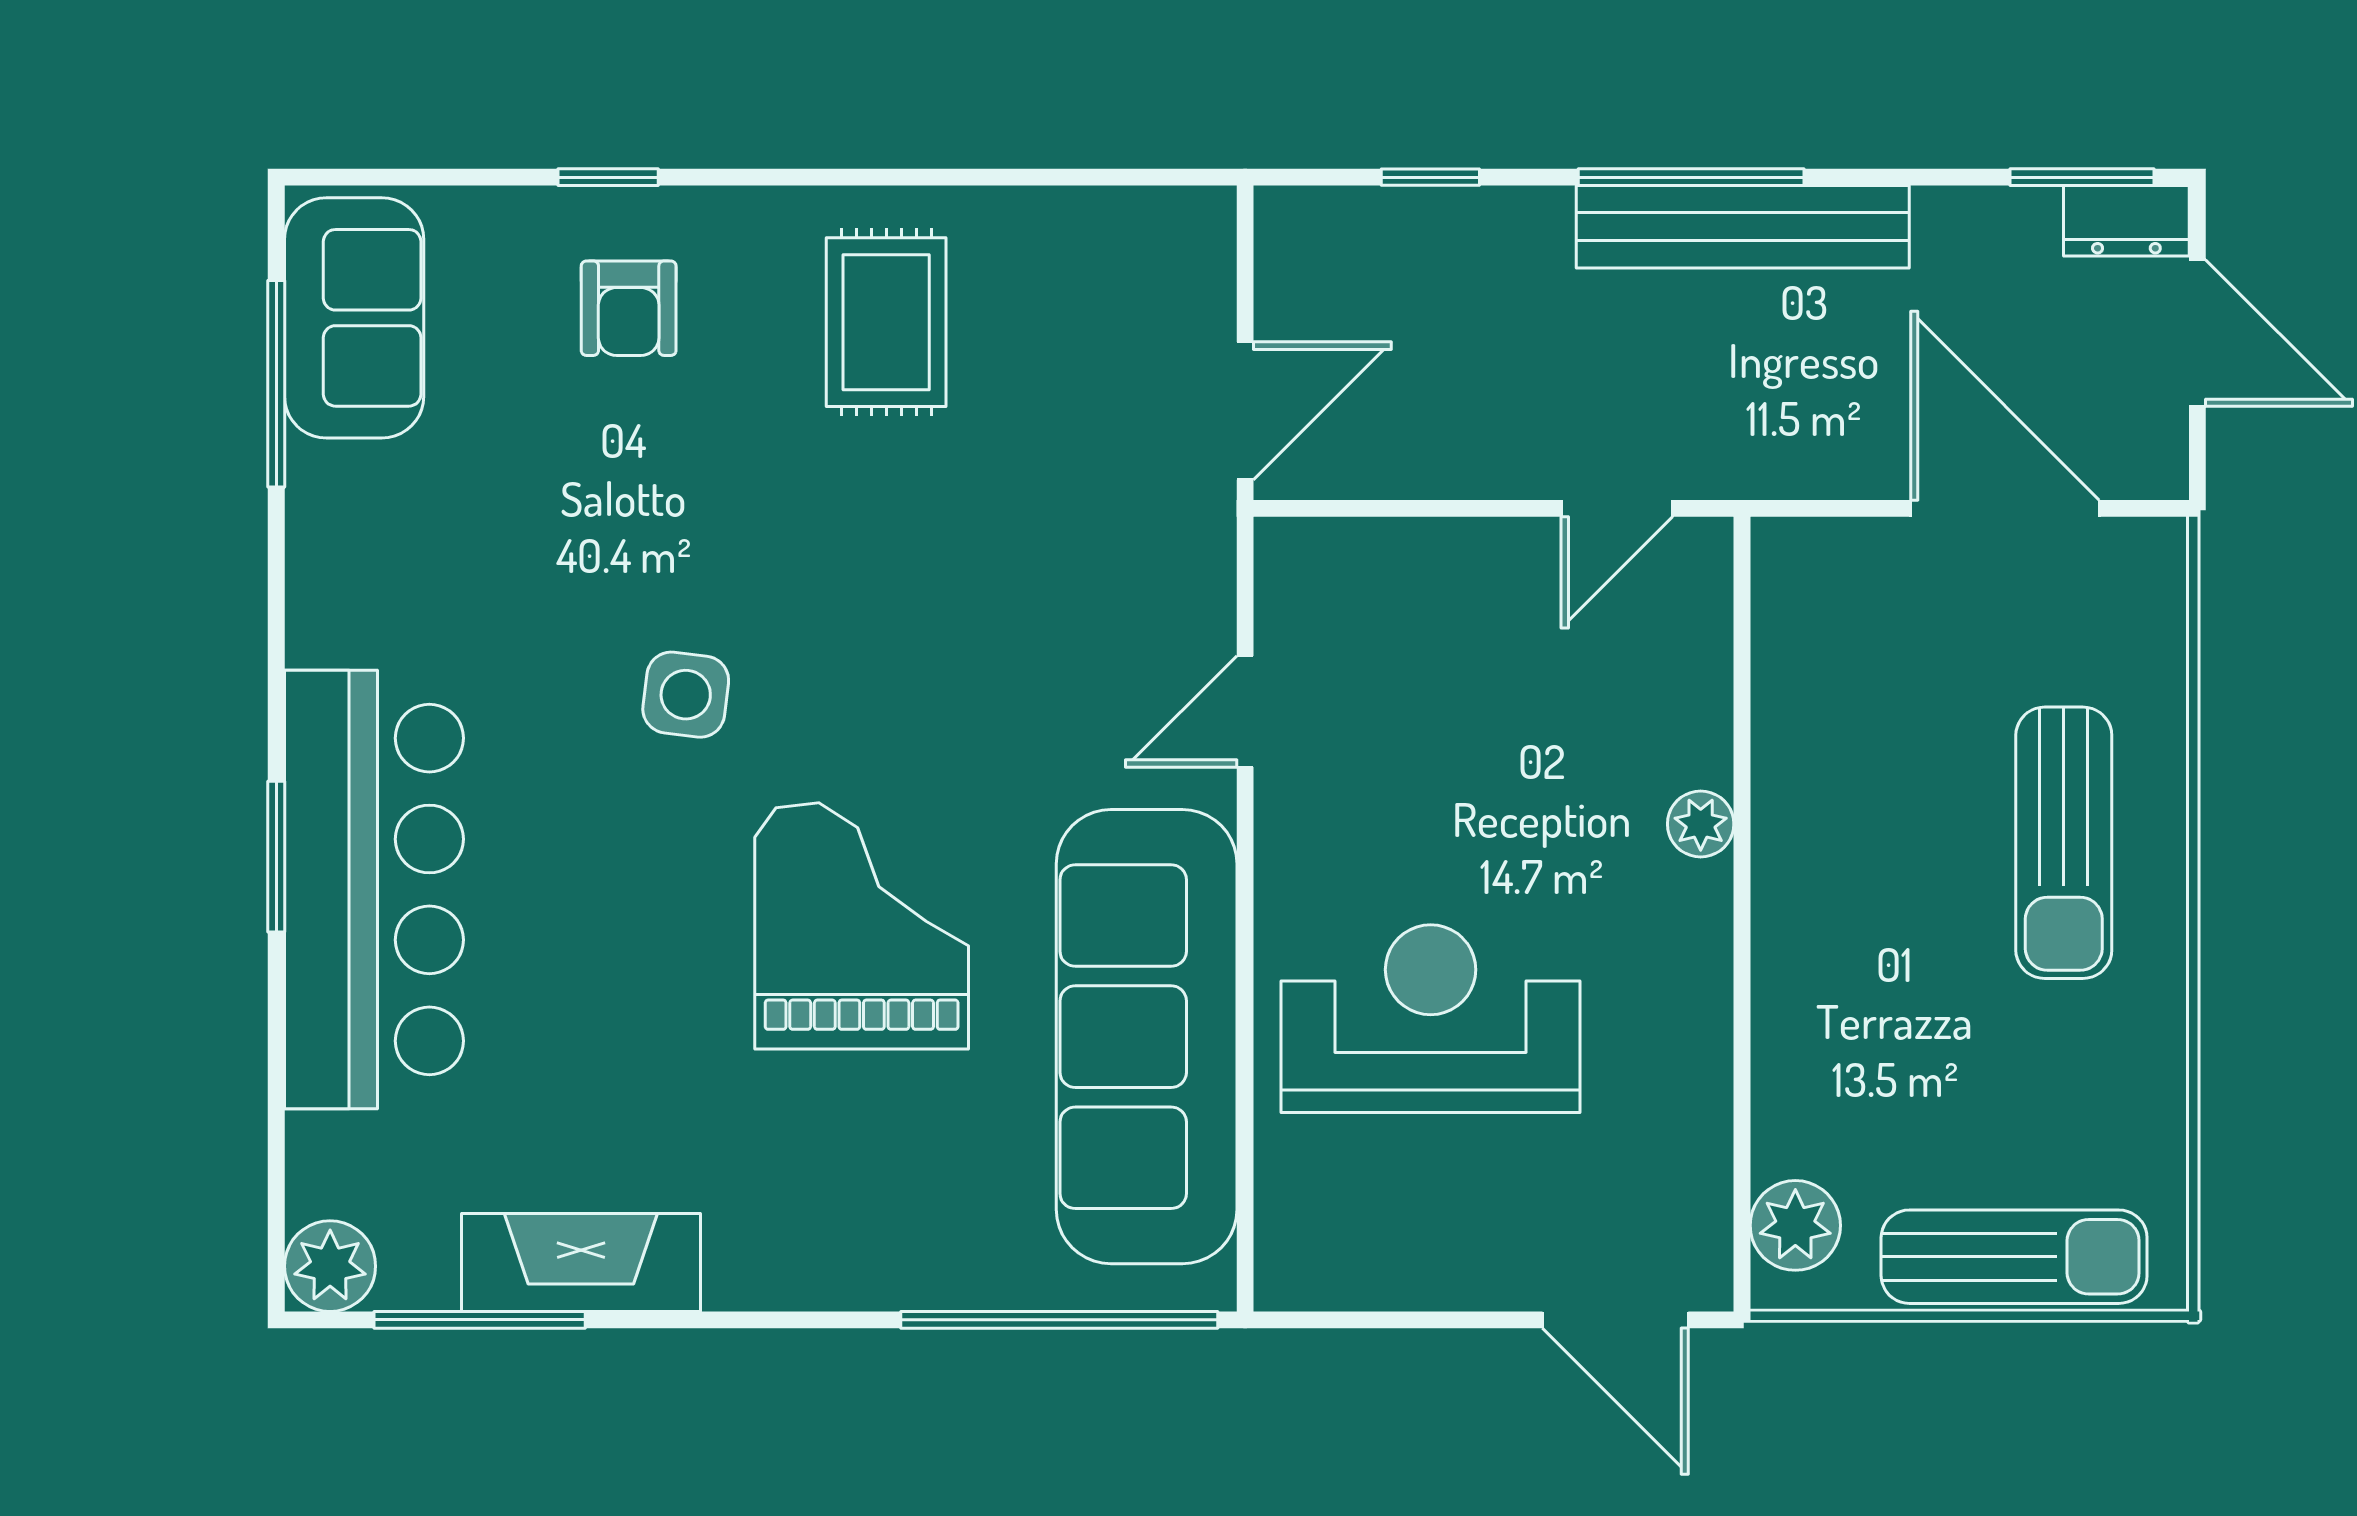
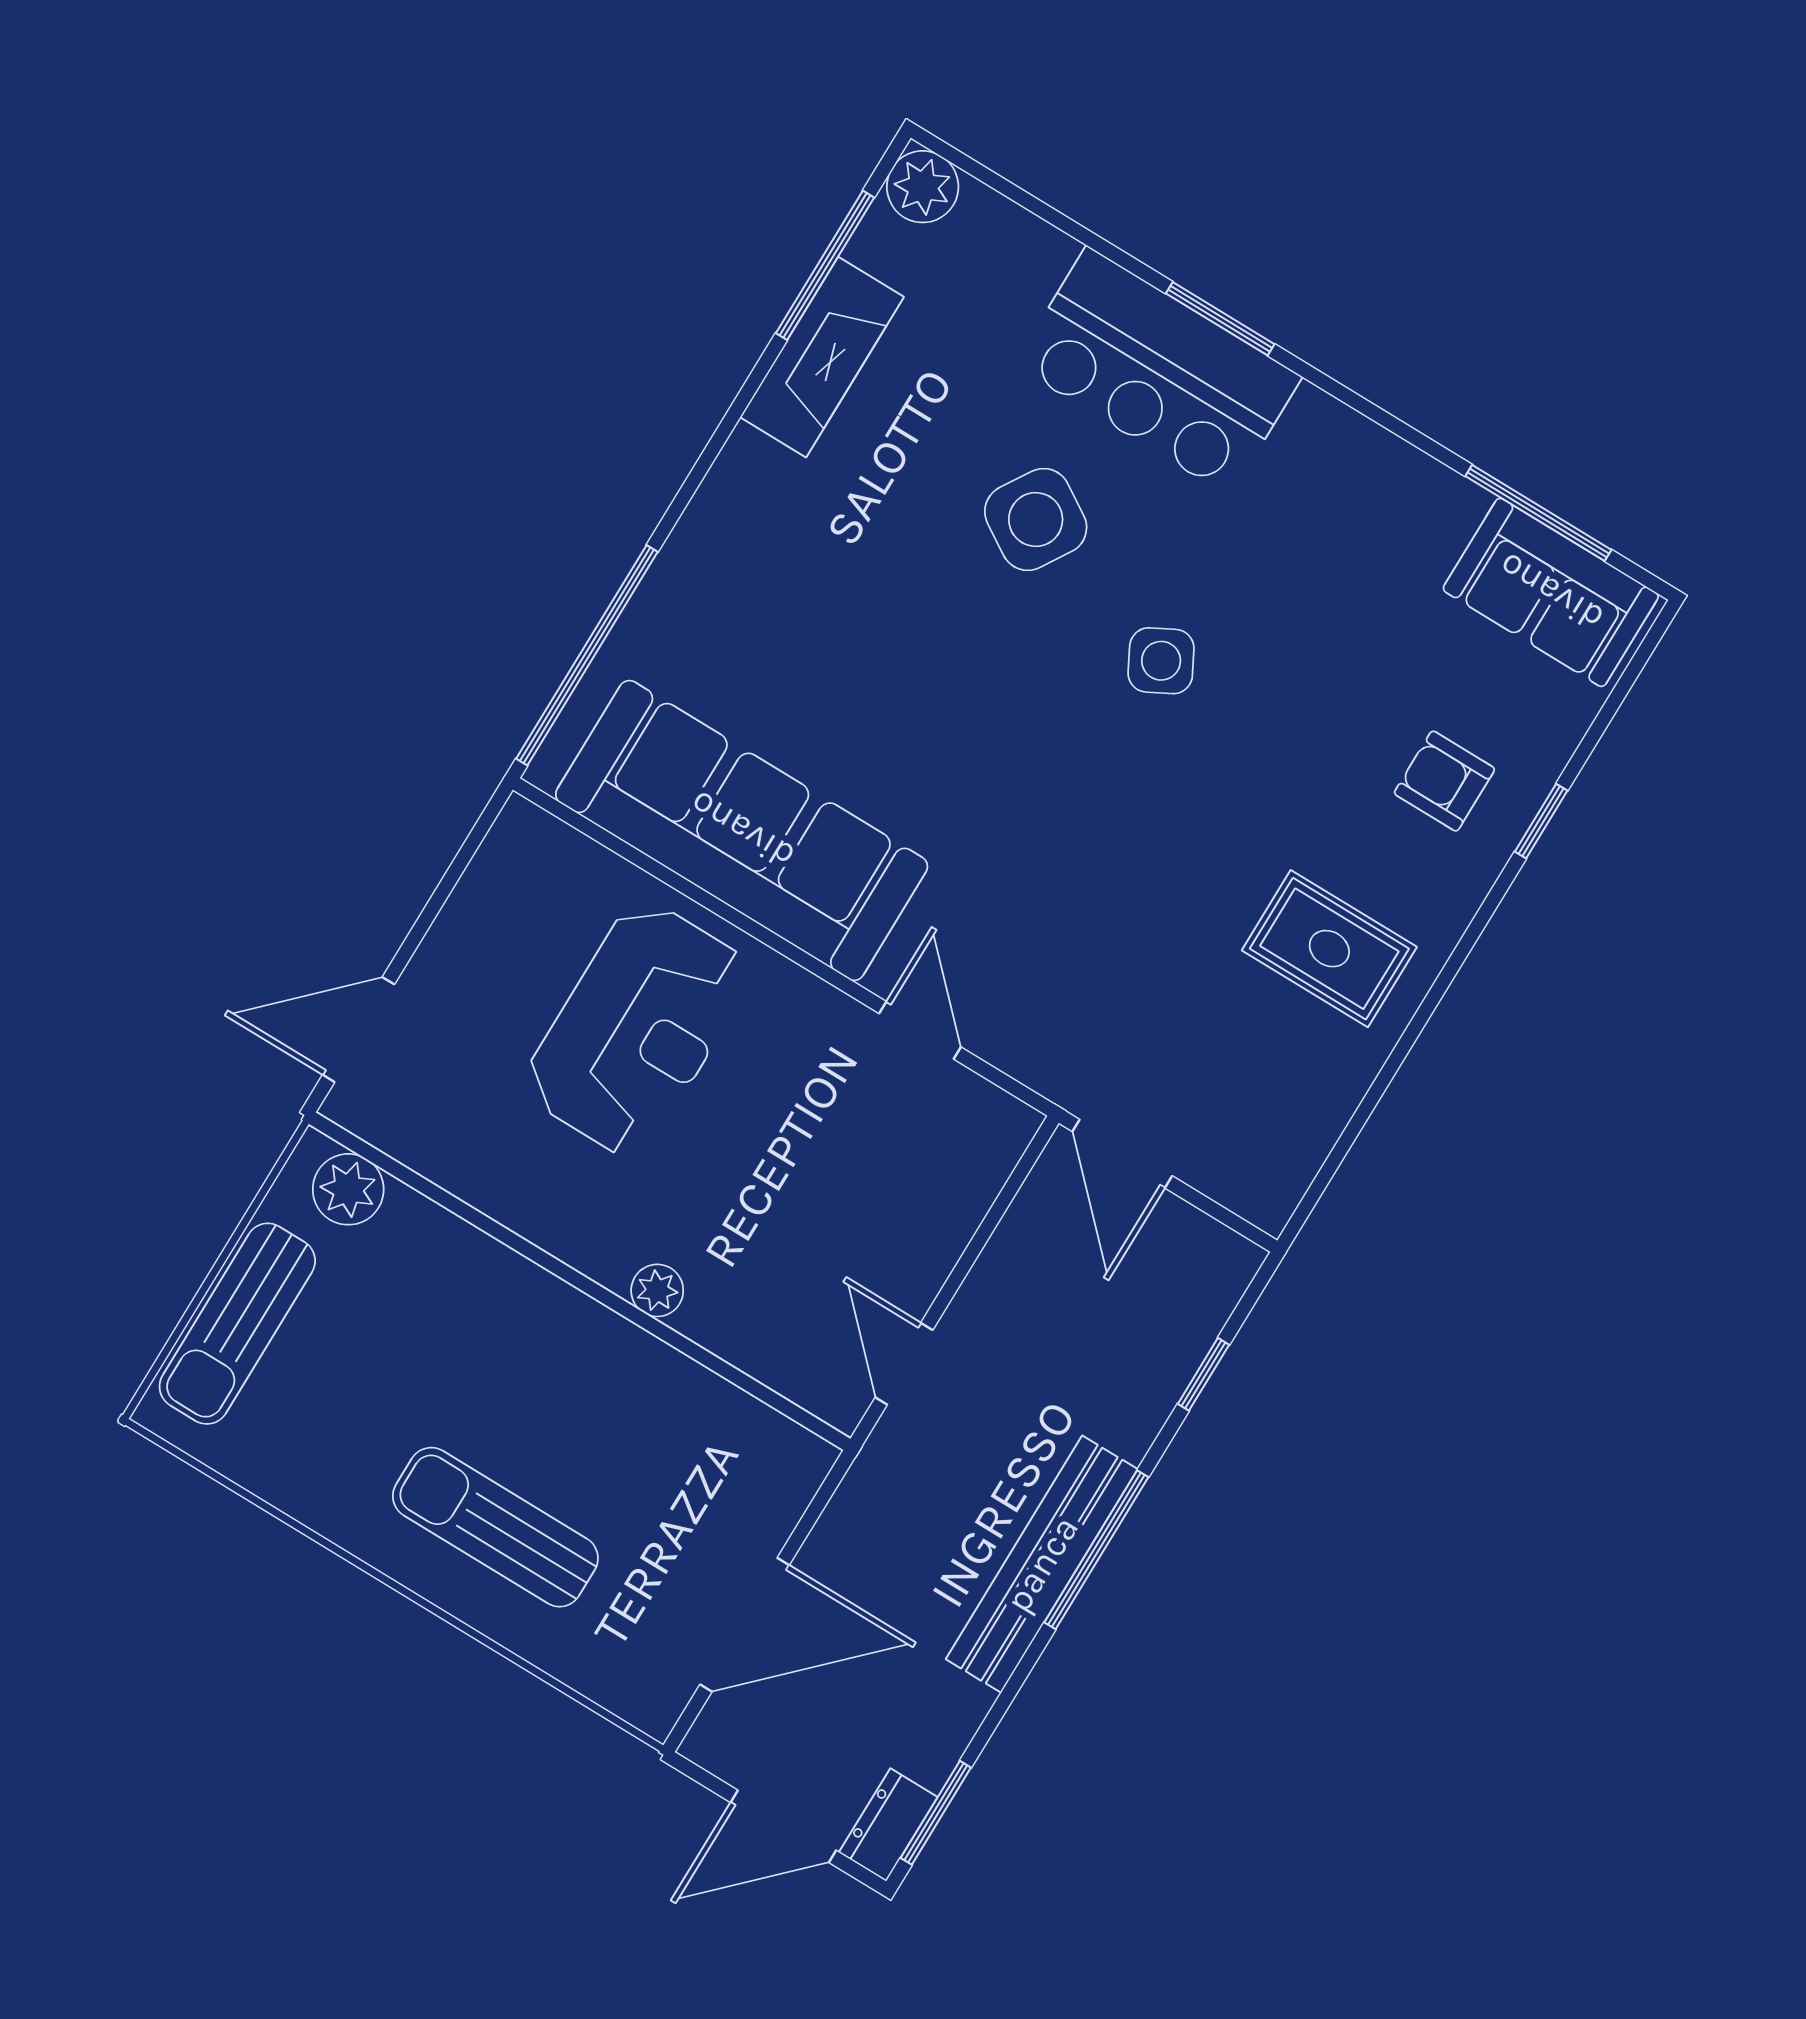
side table: (686, 695) -> (1161, 661), turned -35
bar counter: (374, 889) -> (1158, 371), width x0.73
side table: (616, 924) -> (1036, 519), added
grand piano: (862, 926) -> (933, 684), removed

